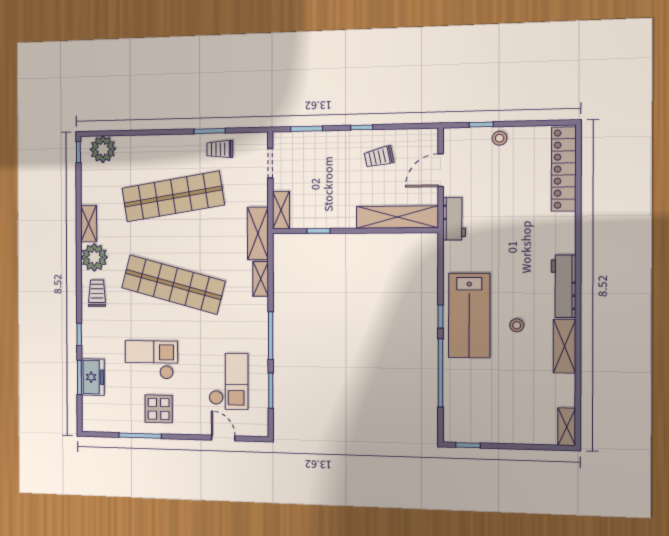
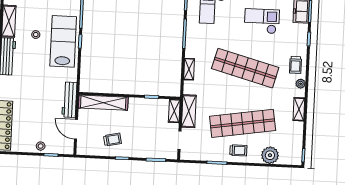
plant: (103, 149) -> (270, 155), moved
trolley: (220, 149) -> (238, 150), moved
door: (441, 170) -> (76, 129), swing flipped
workbench: (454, 219) -> (69, 100), width x1.38
shelving: (258, 233) -> (189, 111), moved
plant: (94, 257) -> (301, 84), width x0.53, depth x0.53
checkout: (151, 360) -> (262, 21), turned 180

